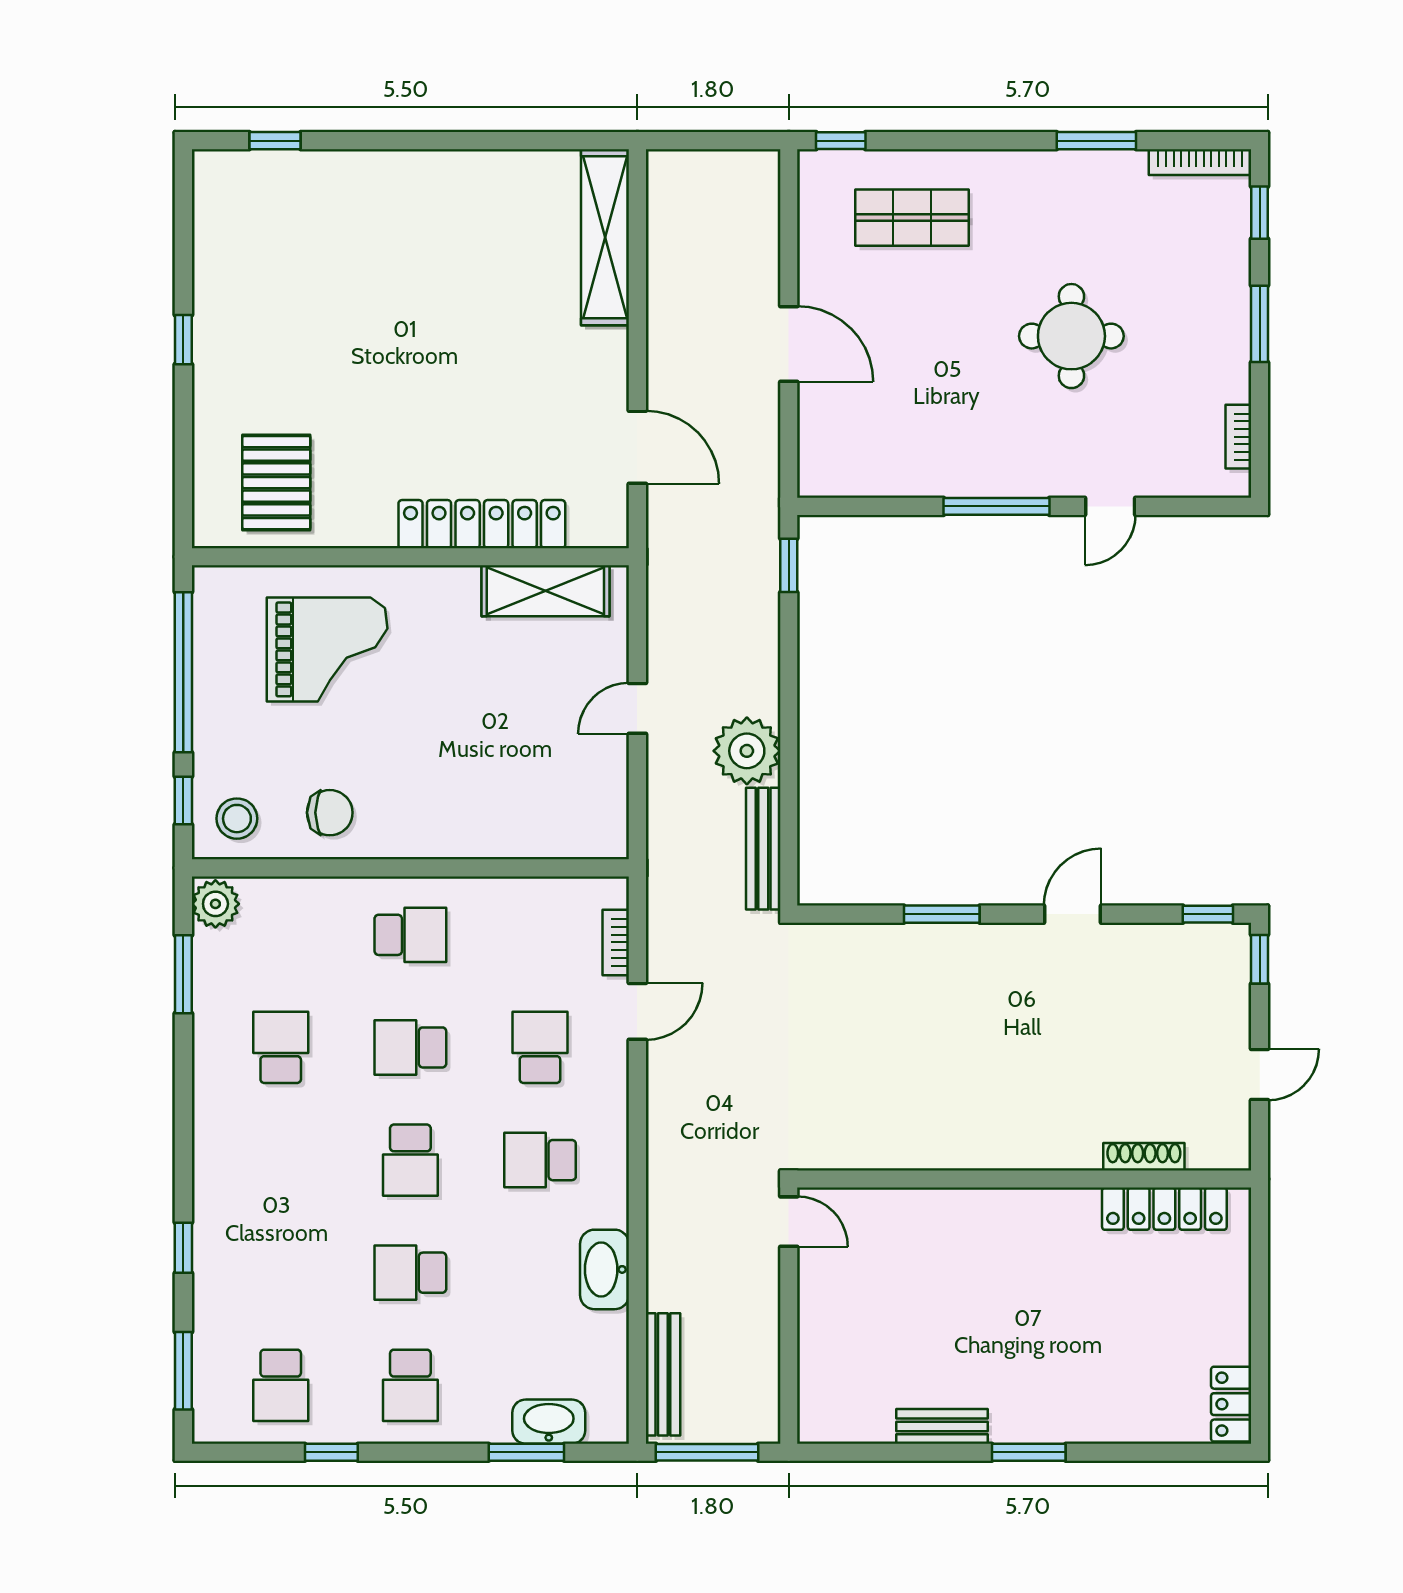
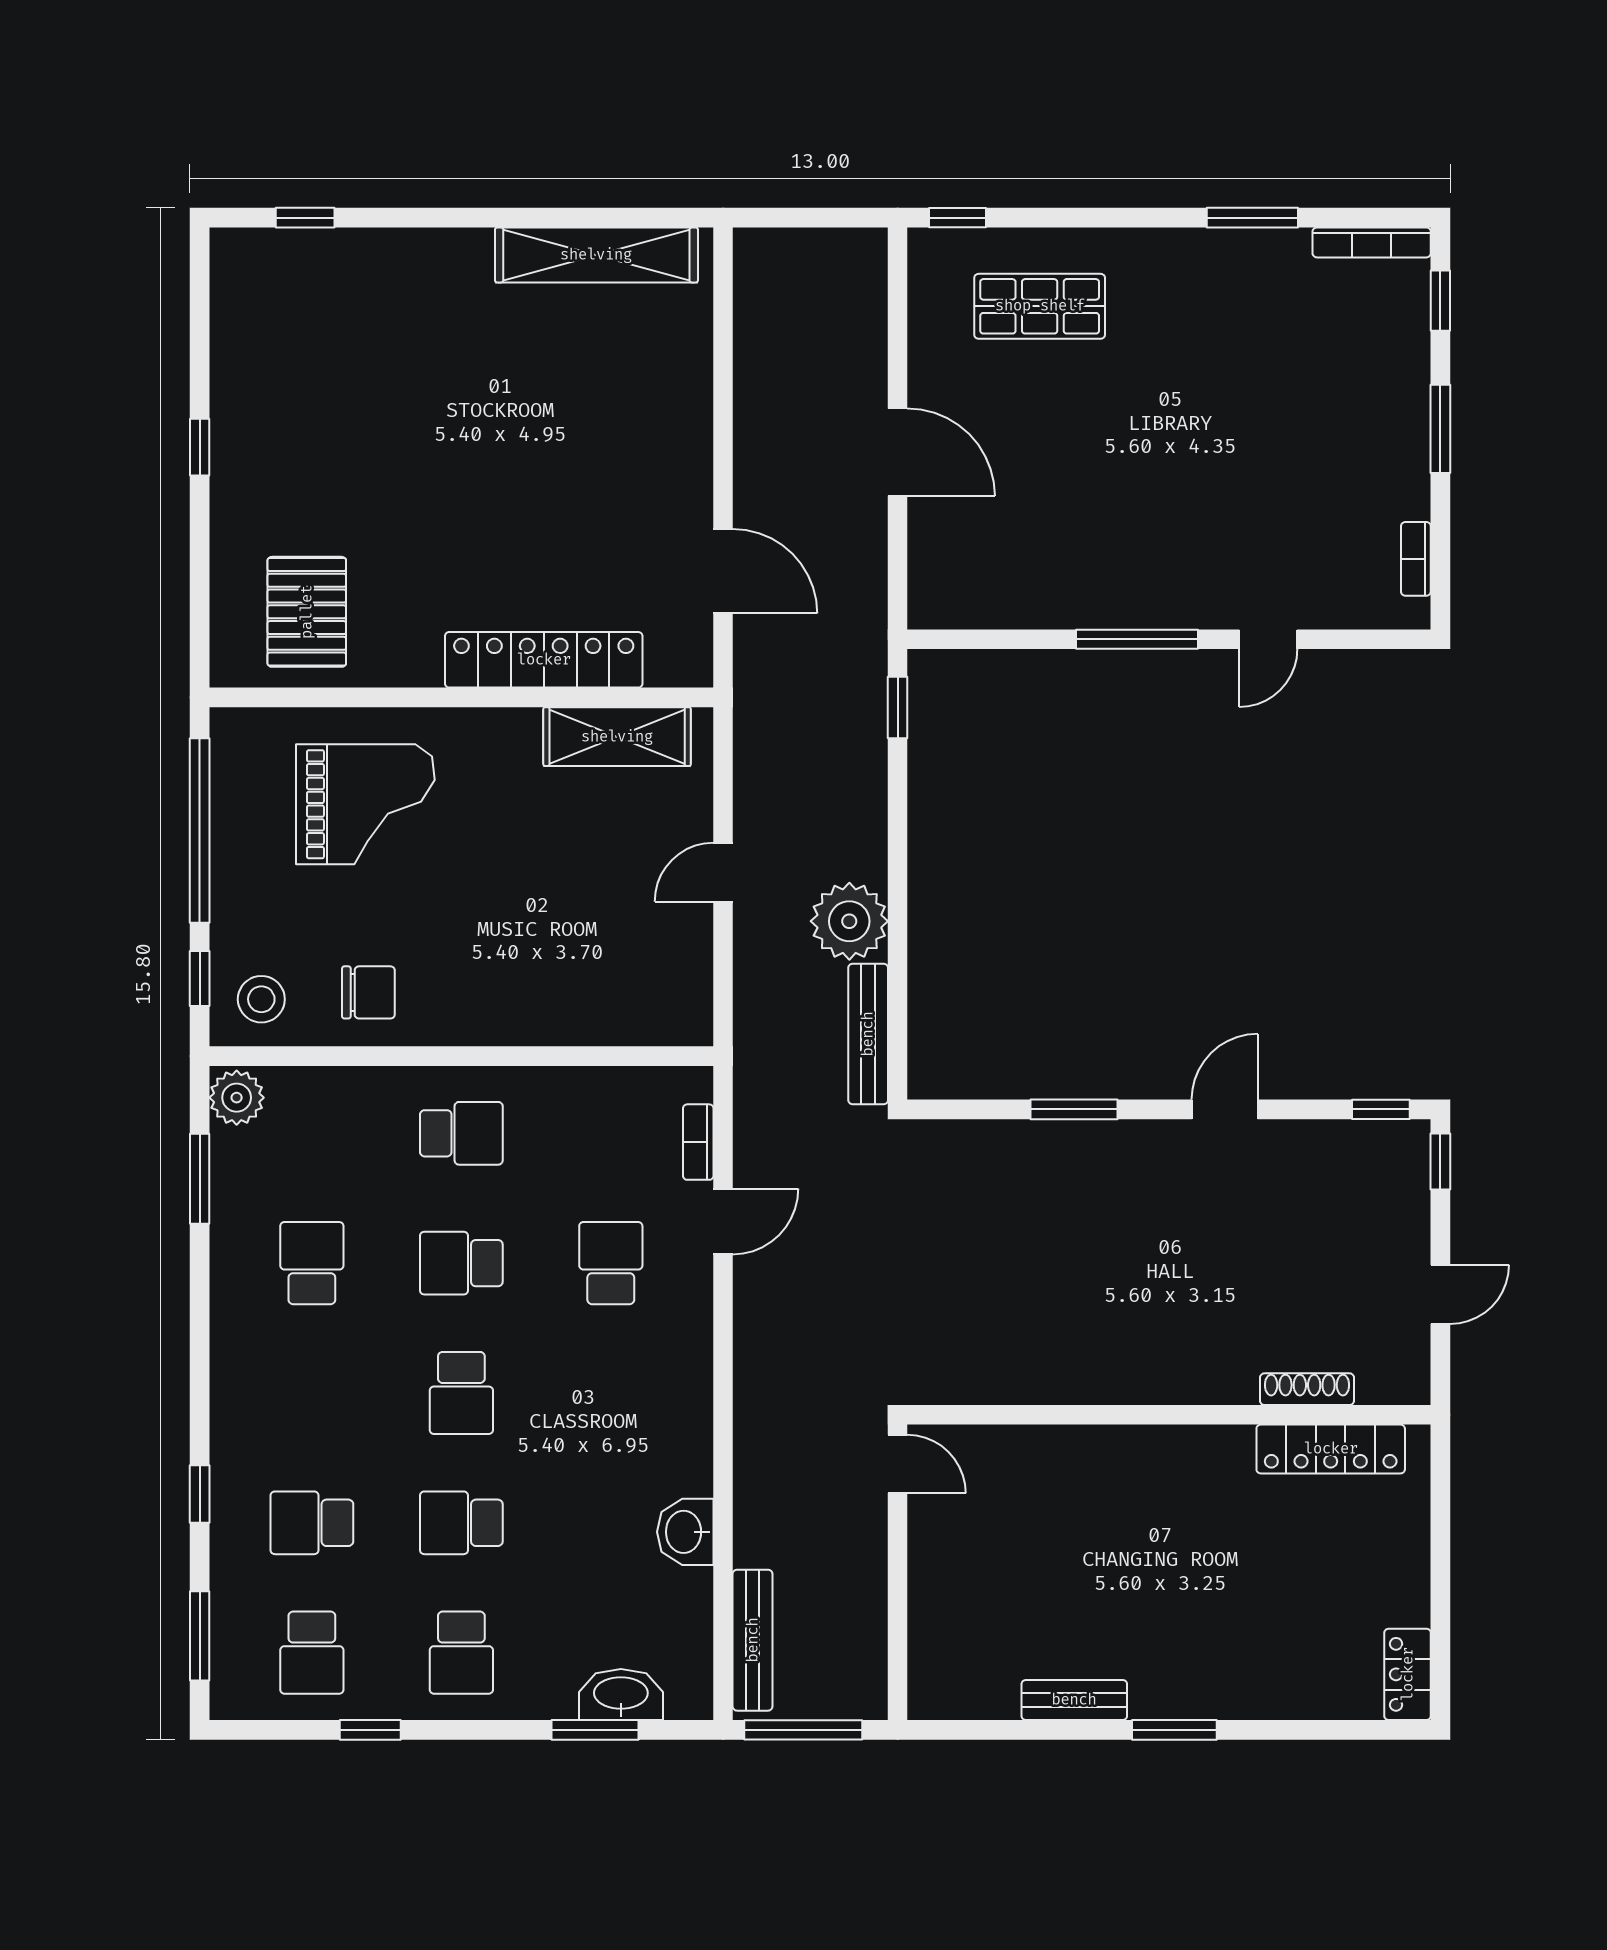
shelving: (605, 237) -> (596, 255), moved, turned 90
round table: (1071, 336) -> (1223, 443), removed
school desk: (540, 1160) -> (312, 1523), moved
washbasin: (605, 1269) -> (685, 1532), width x0.72

